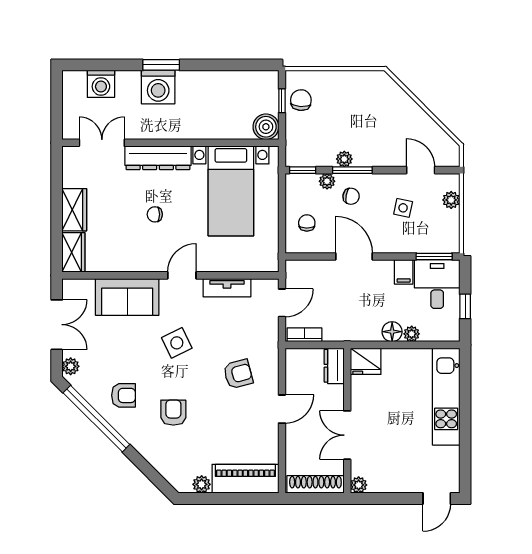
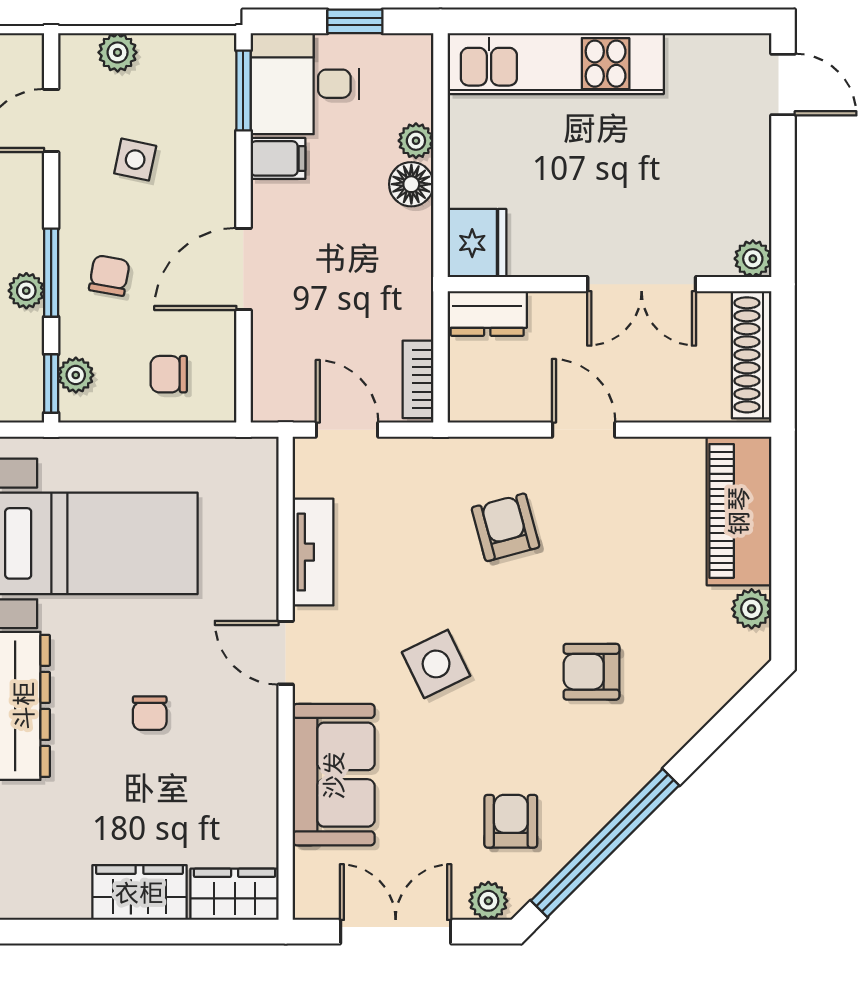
plant: (327, 181) -> (76, 375), moved
armchair: (123, 395) -> (511, 821), moved

